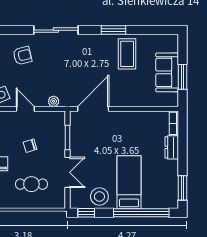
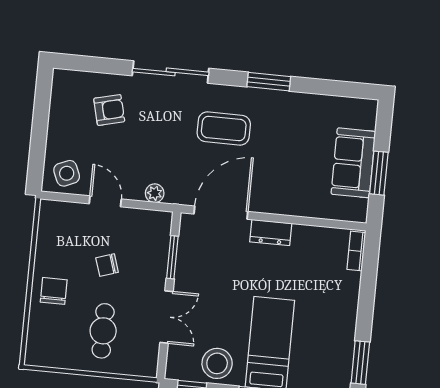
coffee table: (127, 54) -> (224, 129), moved, turned 90
dresser: (172, 147) -> (271, 233), moved, turned -90
cafe table: (31, 184) -> (103, 331), turned 90

